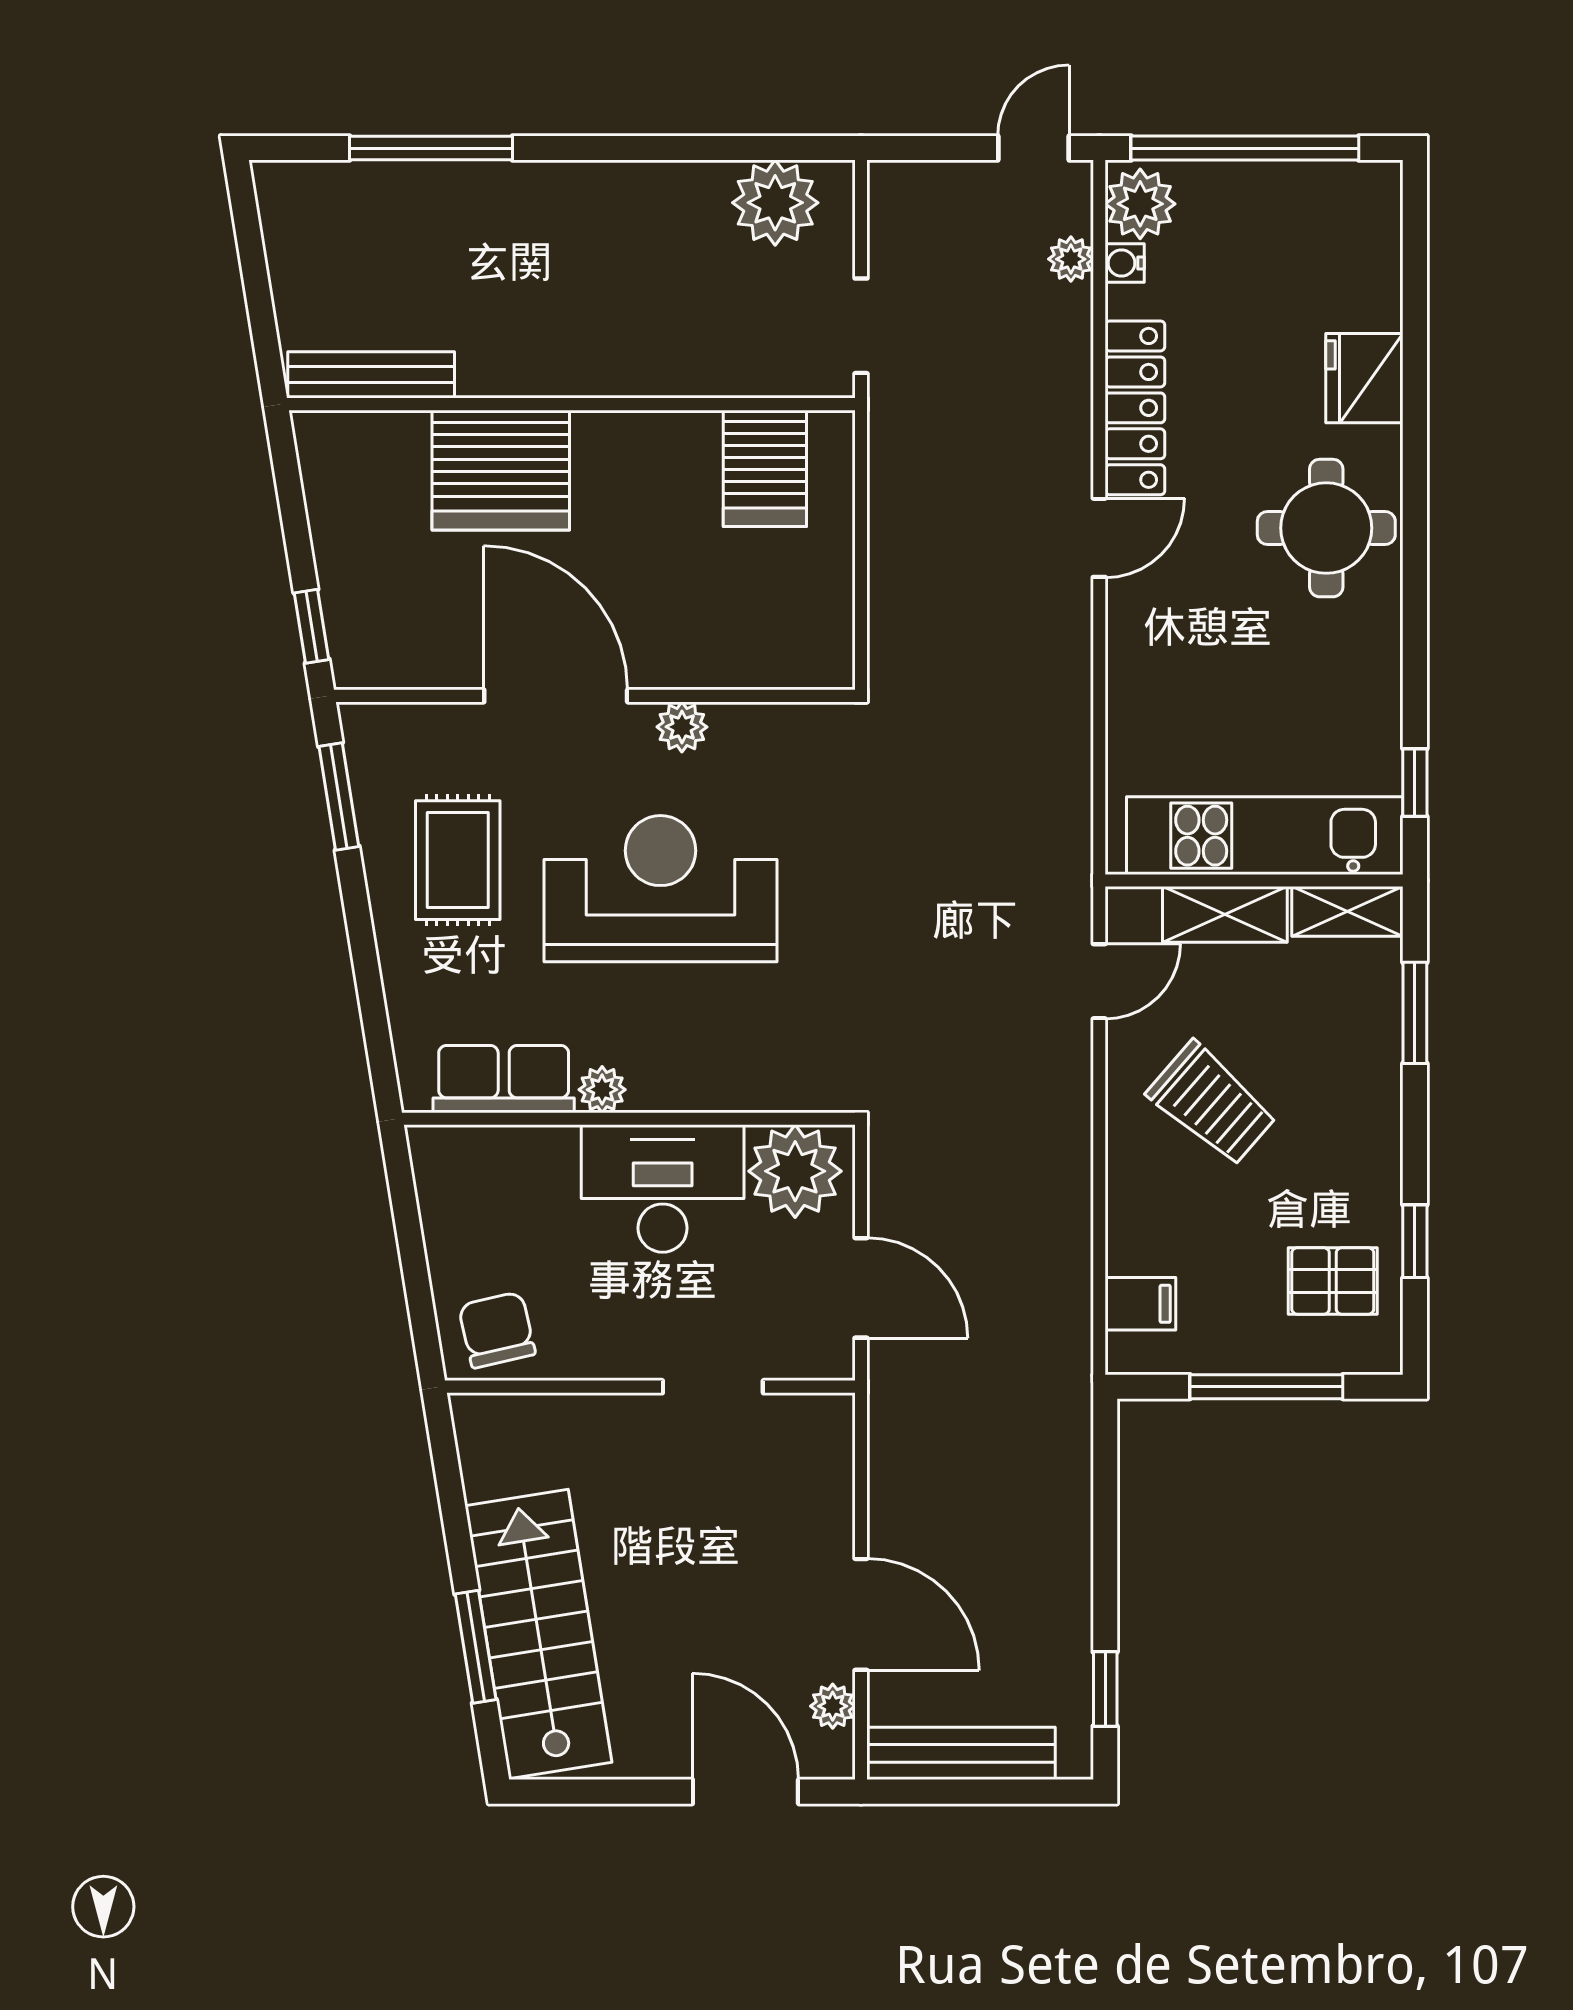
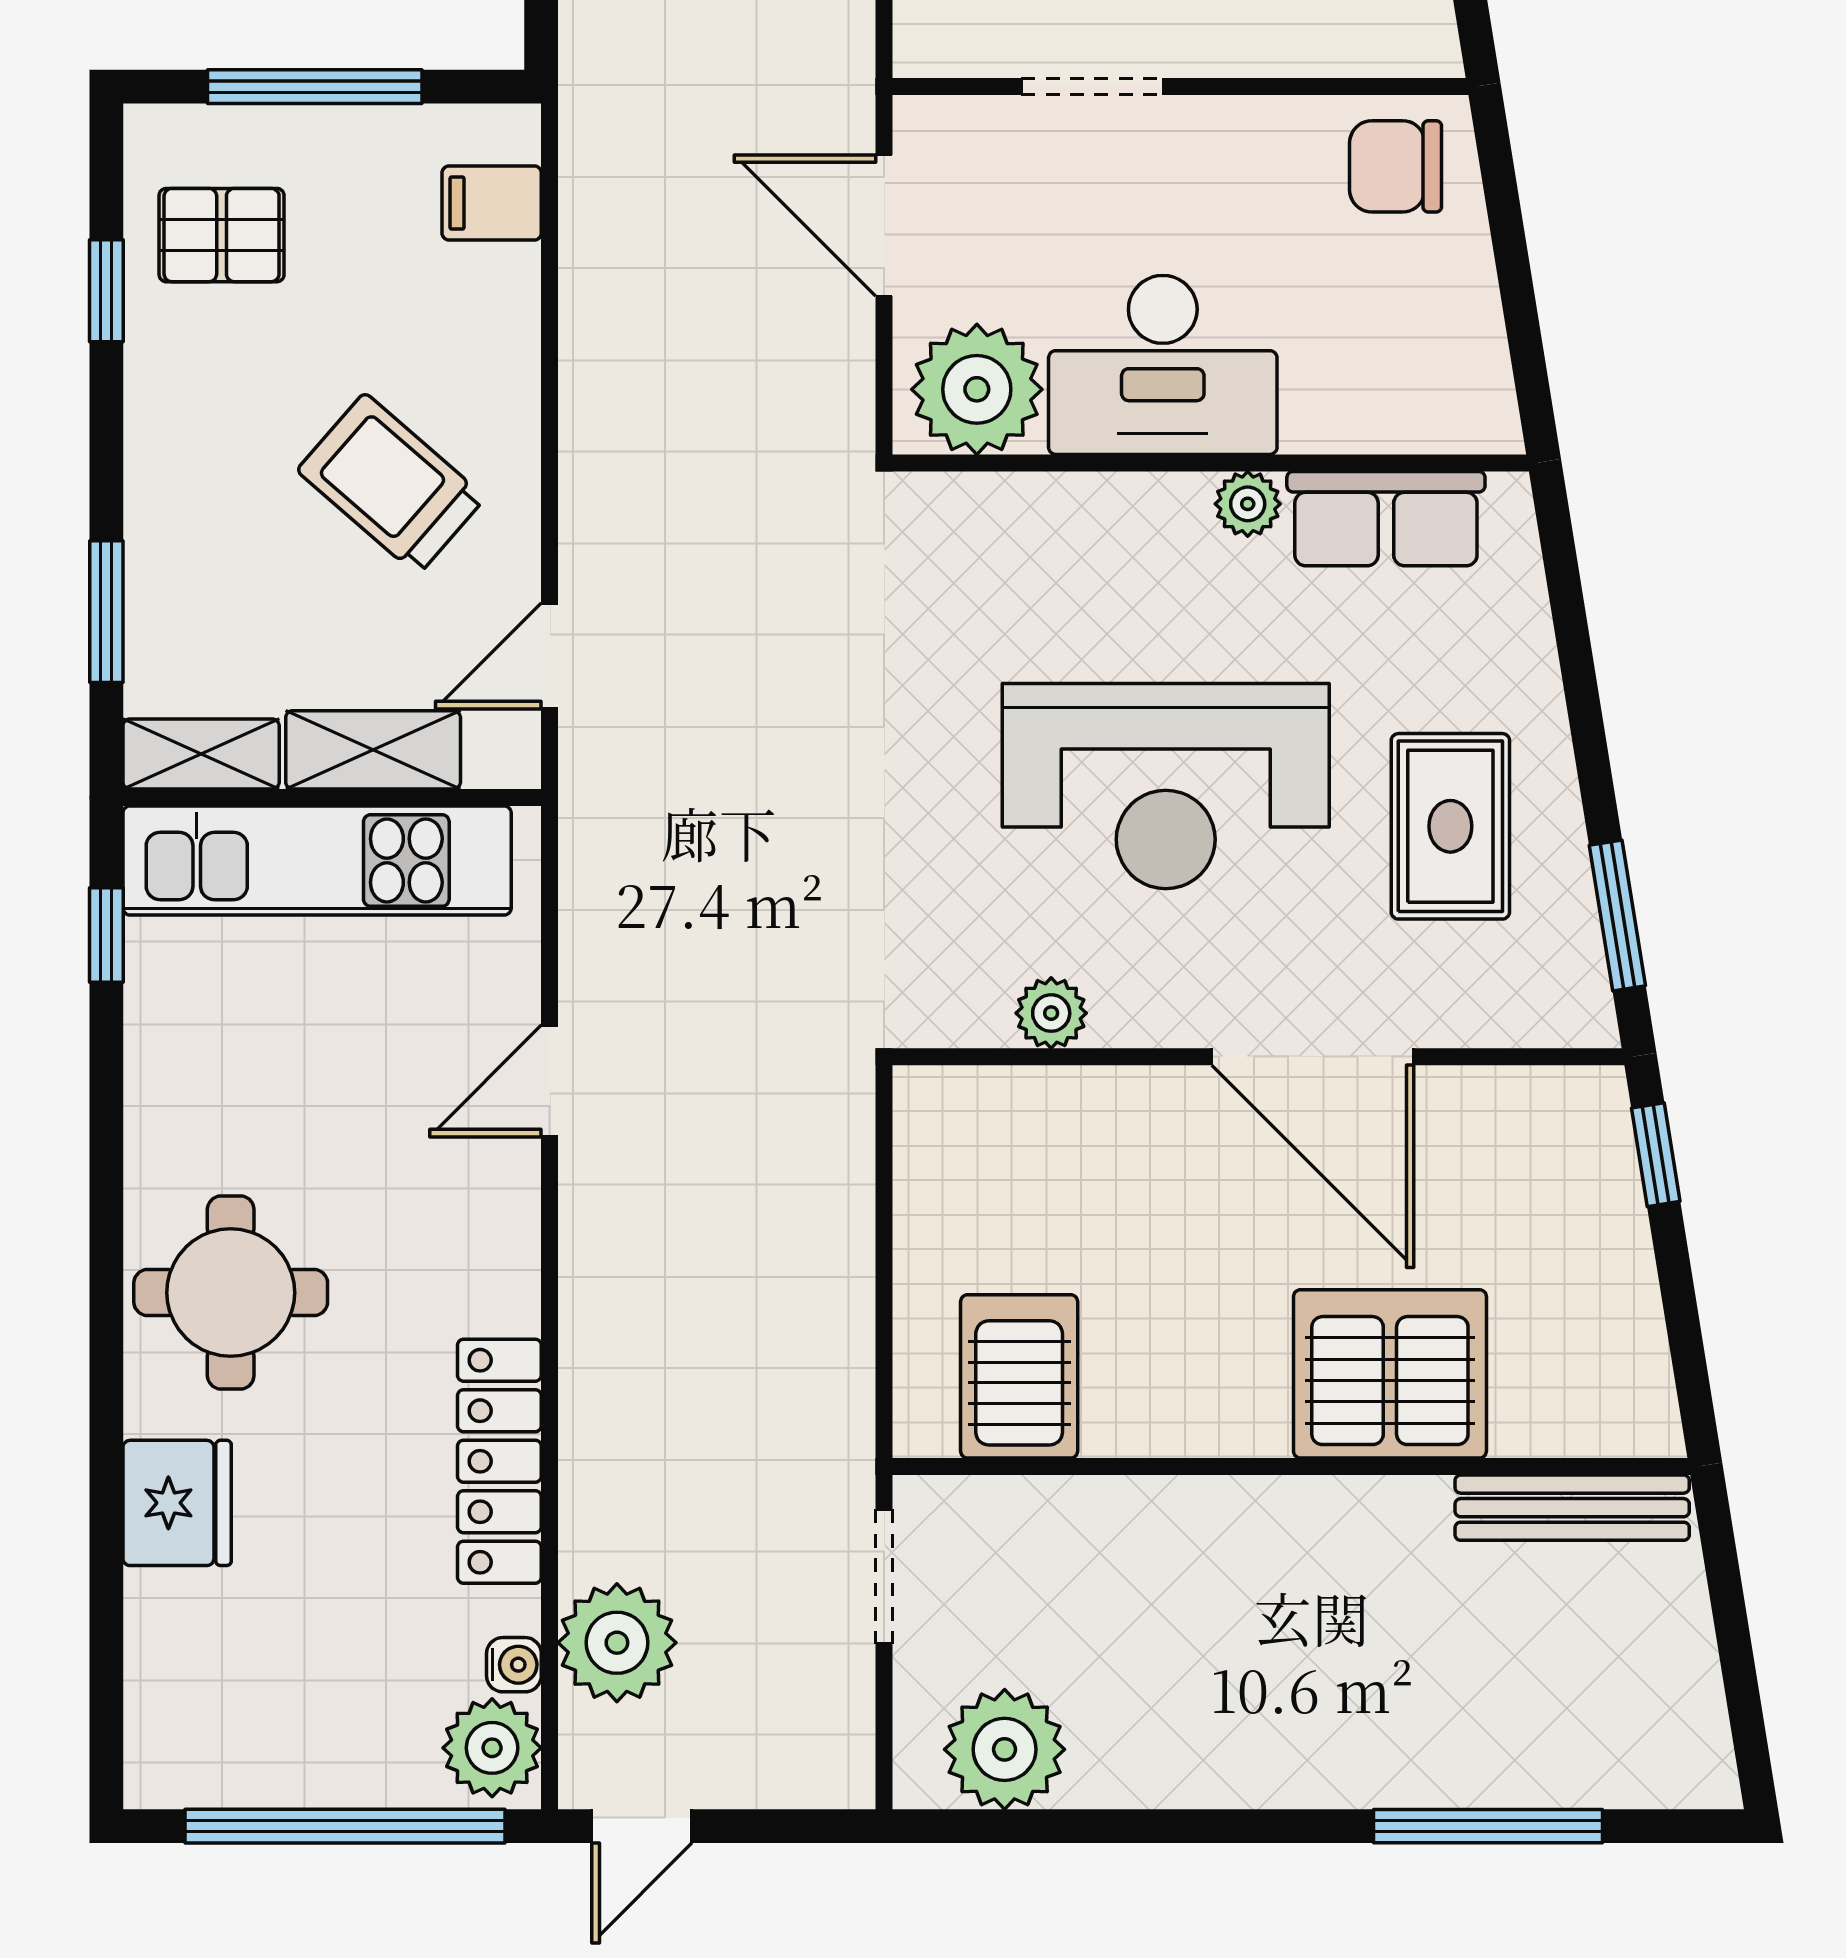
plant: (1071, 259) -> (617, 1643), width x1.88, depth x1.88
door: (1099, 538) -> (550, 1081), moved
plant: (682, 727) -> (1051, 1013), moved
chair: (497, 1330) -> (1396, 166), turned 103

